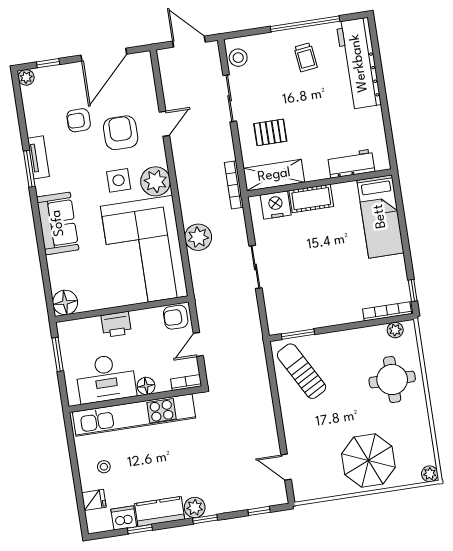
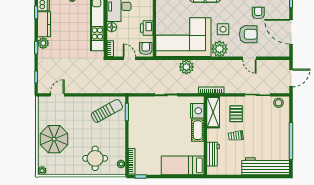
trolley: (306, 57) -> (236, 136), moved
printer: (116, 324) -> (147, 28), moved

